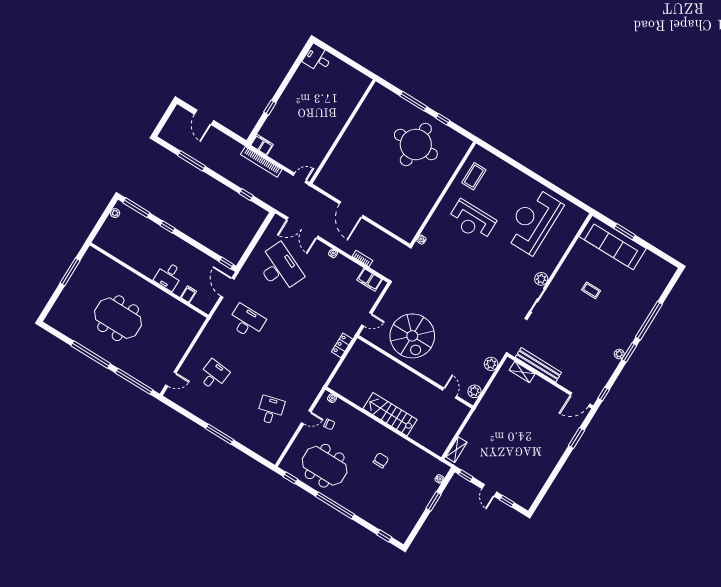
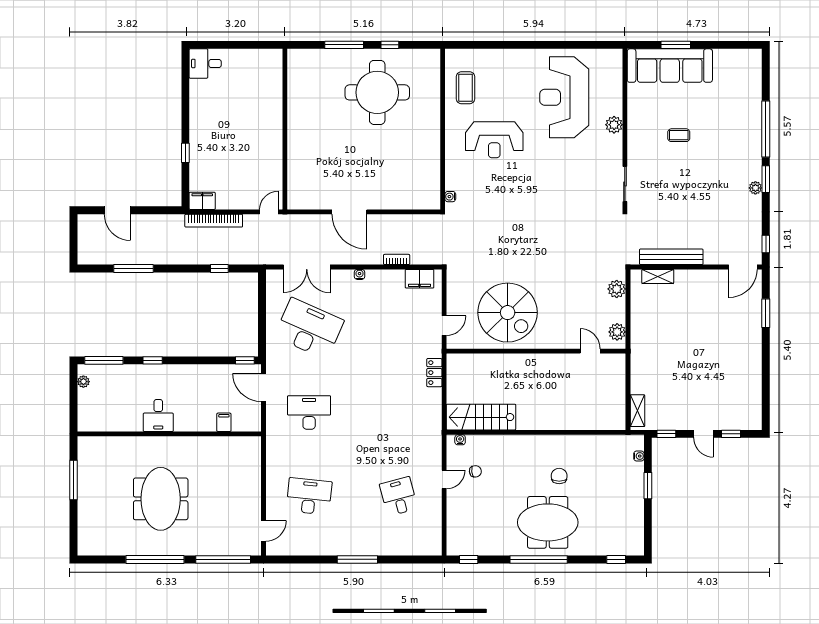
desk: (169, 276) -> (158, 416), moved
plant: (541, 279) -> (614, 125), moved
meeting table: (118, 318) -> (161, 499), turned 90
desk: (214, 375) -> (309, 496), width x1.37
stairs: (390, 414) -> (481, 417), moved
meeting table: (325, 466) -> (548, 522), moved

